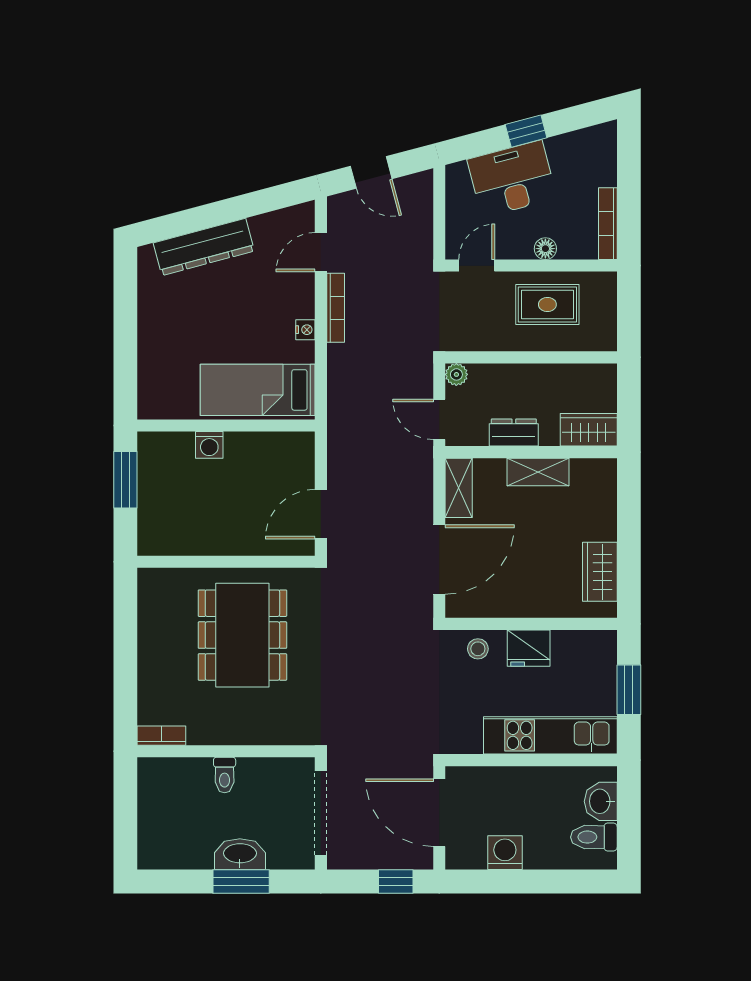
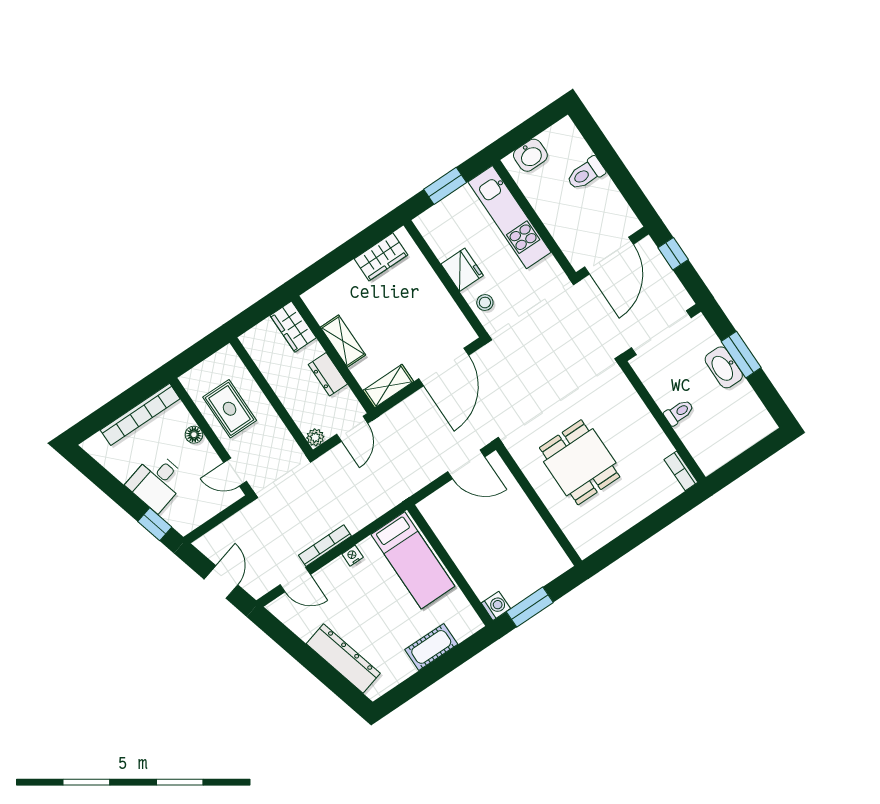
window: (526, 131) -> (155, 524), moved
desk: (512, 179) -> (157, 482), width x0.73
bookcase: (608, 224) -> (140, 414), width x1.48, depth x1.31
cot: (153, 348) -> (431, 647), added
washing machine: (209, 445) -> (496, 606), moved
door: (439, 560) -> (444, 367), swing flipped
dining table: (242, 635) -> (580, 462), width x0.73
toilet: (594, 837) -> (586, 174), moved, turned 90
washing machine: (505, 853) -> (606, 195), removed

